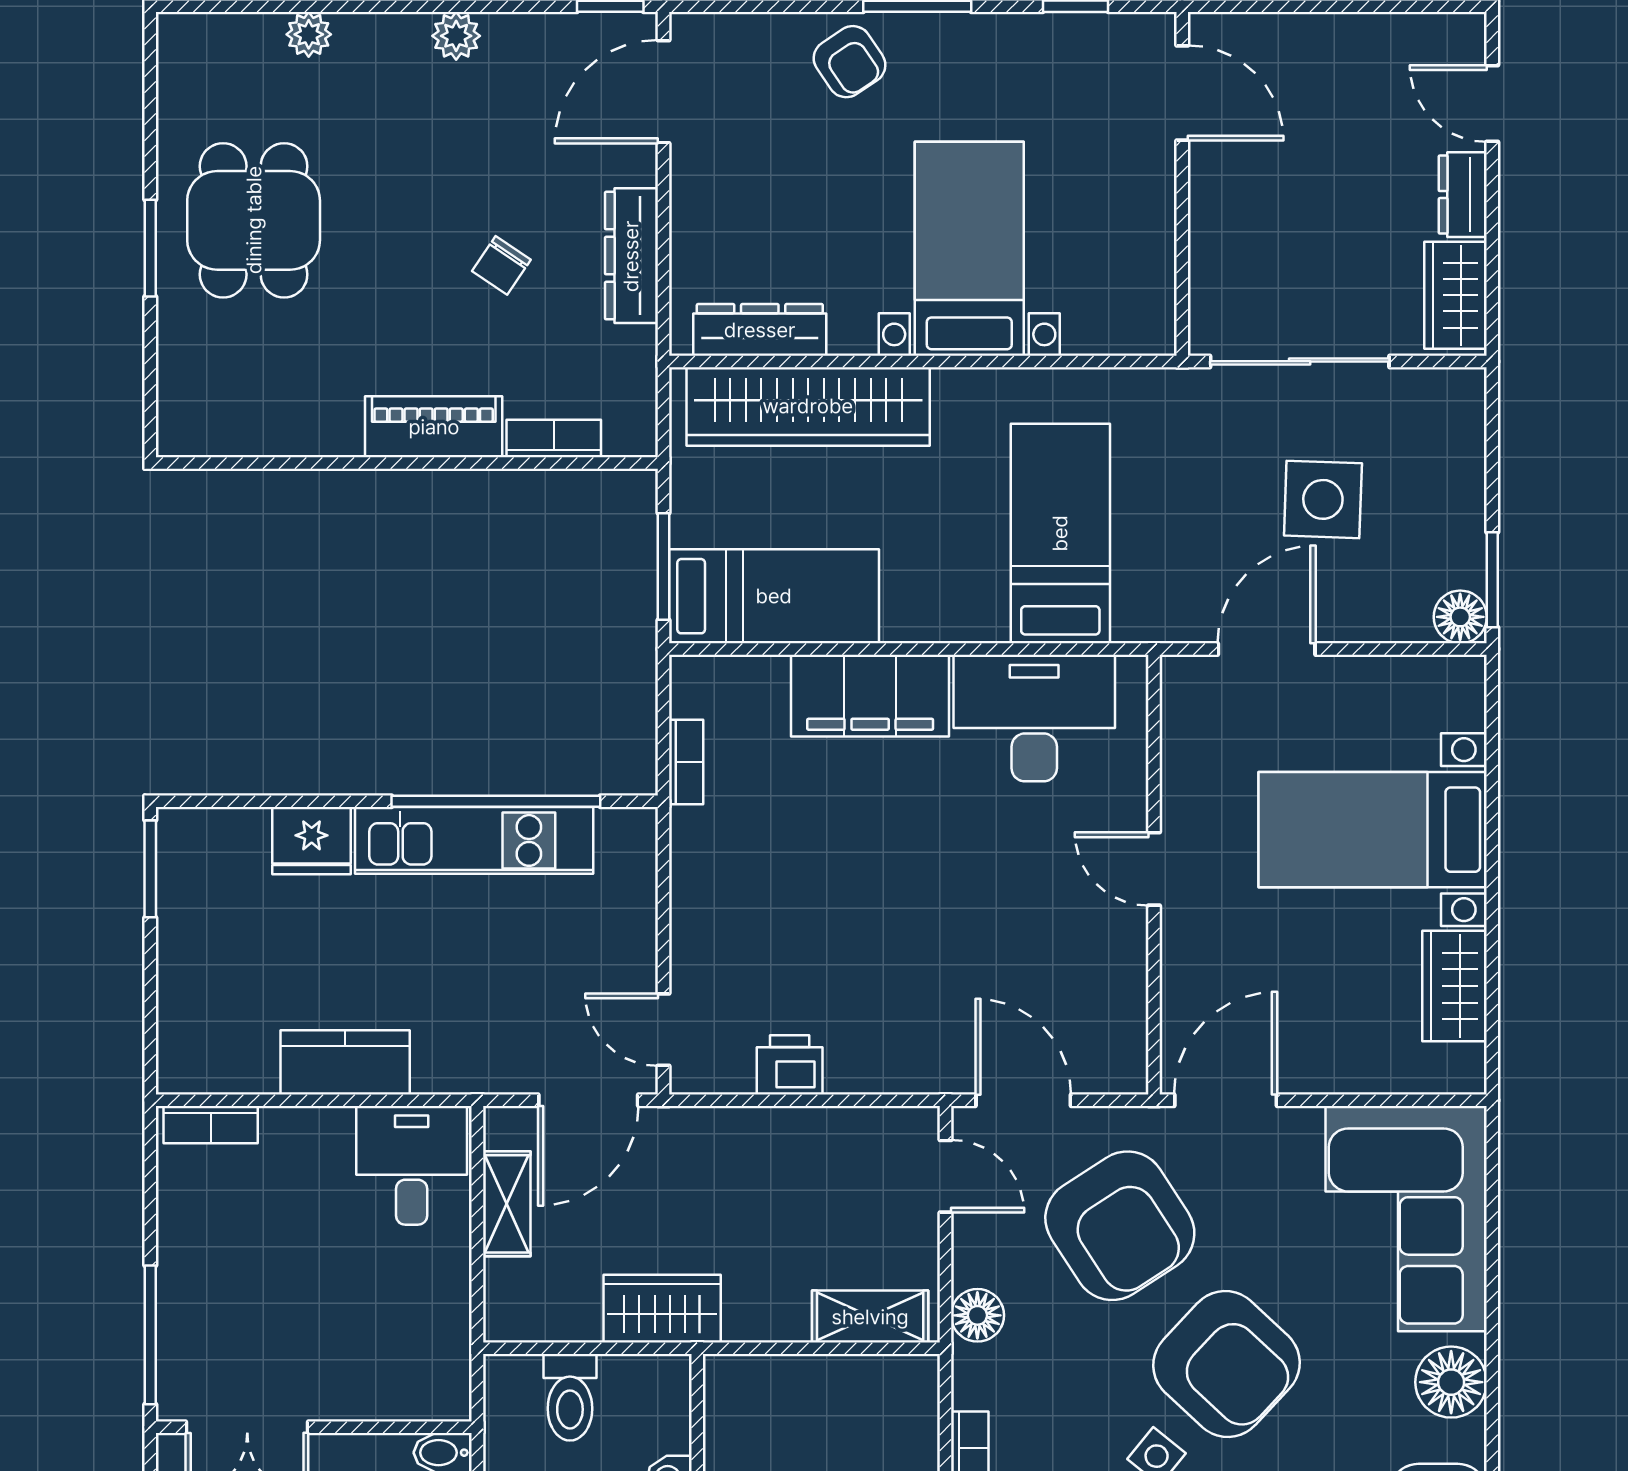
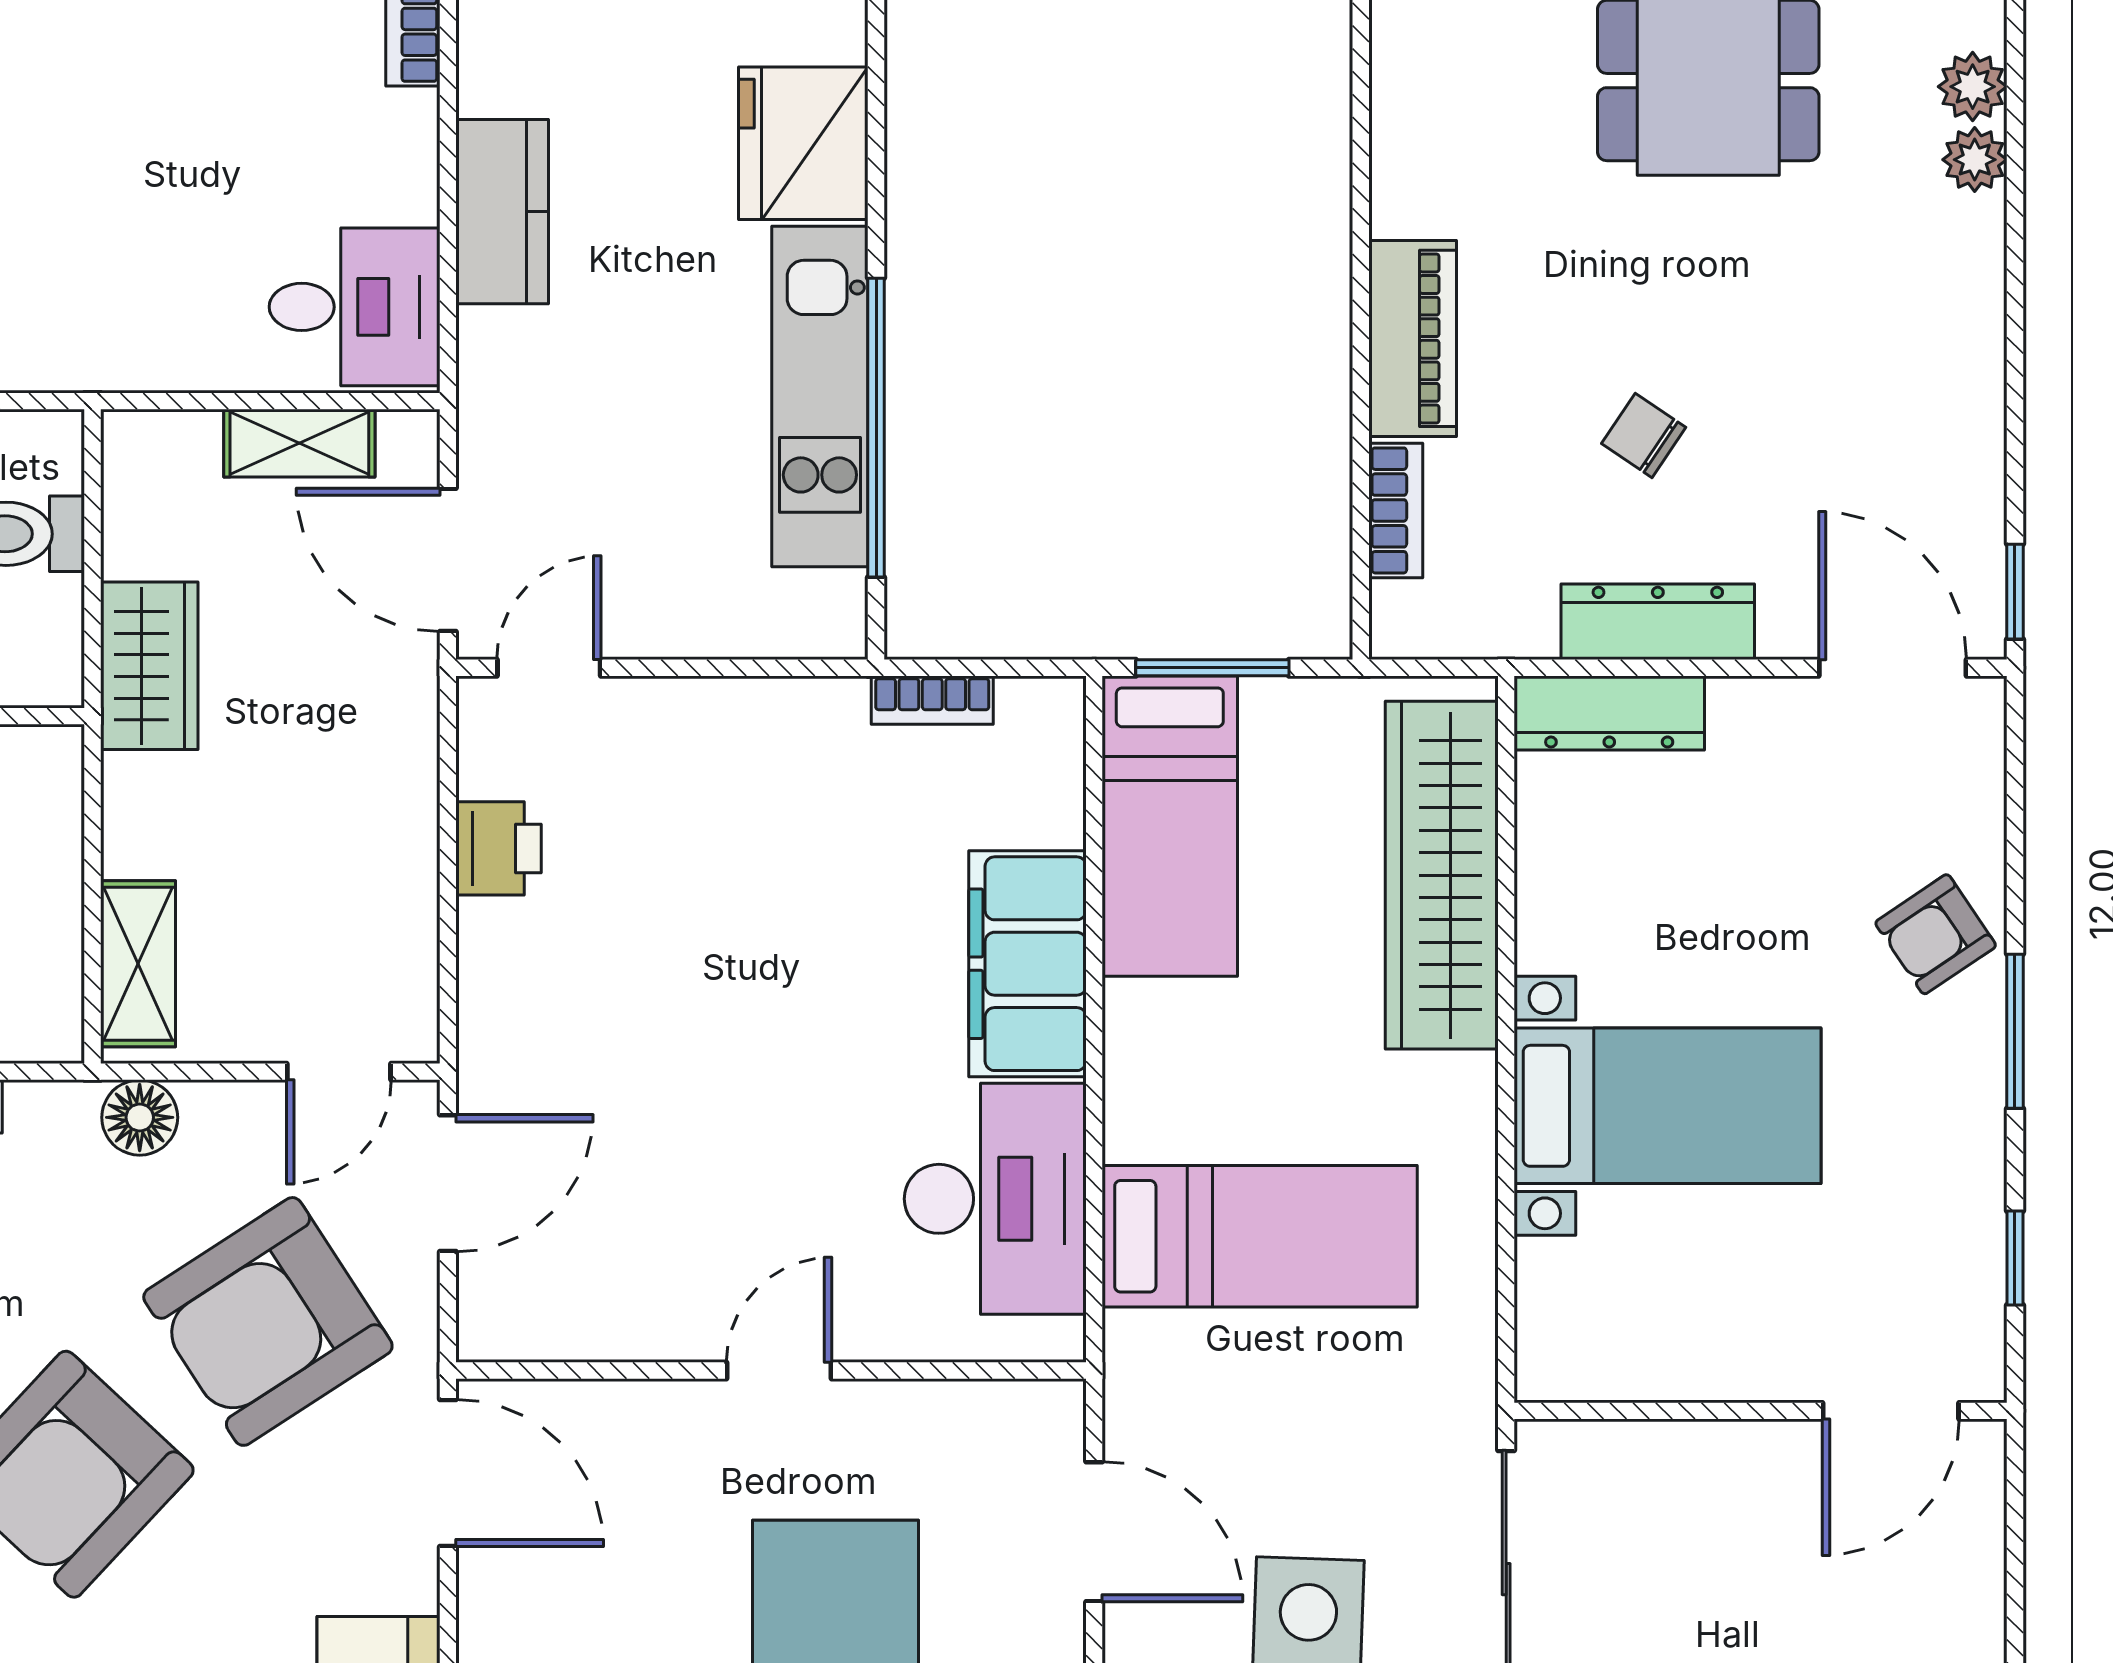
plant: (456, 36) -> (1973, 87), moved
dresser: (760, 330) -> (1609, 713), moved, turned 90
fridge: (312, 841) -> (803, 143), width x1.36, depth x1.34

